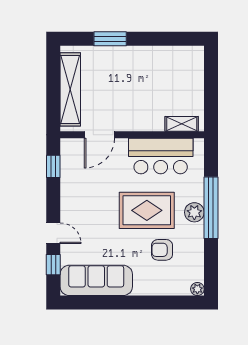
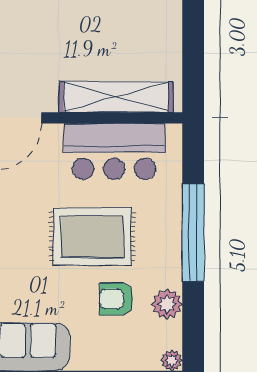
shelving: (182, 124) -> (116, 97), width x2.20, depth x1.33
plant: (194, 212) -> (167, 304), moved

